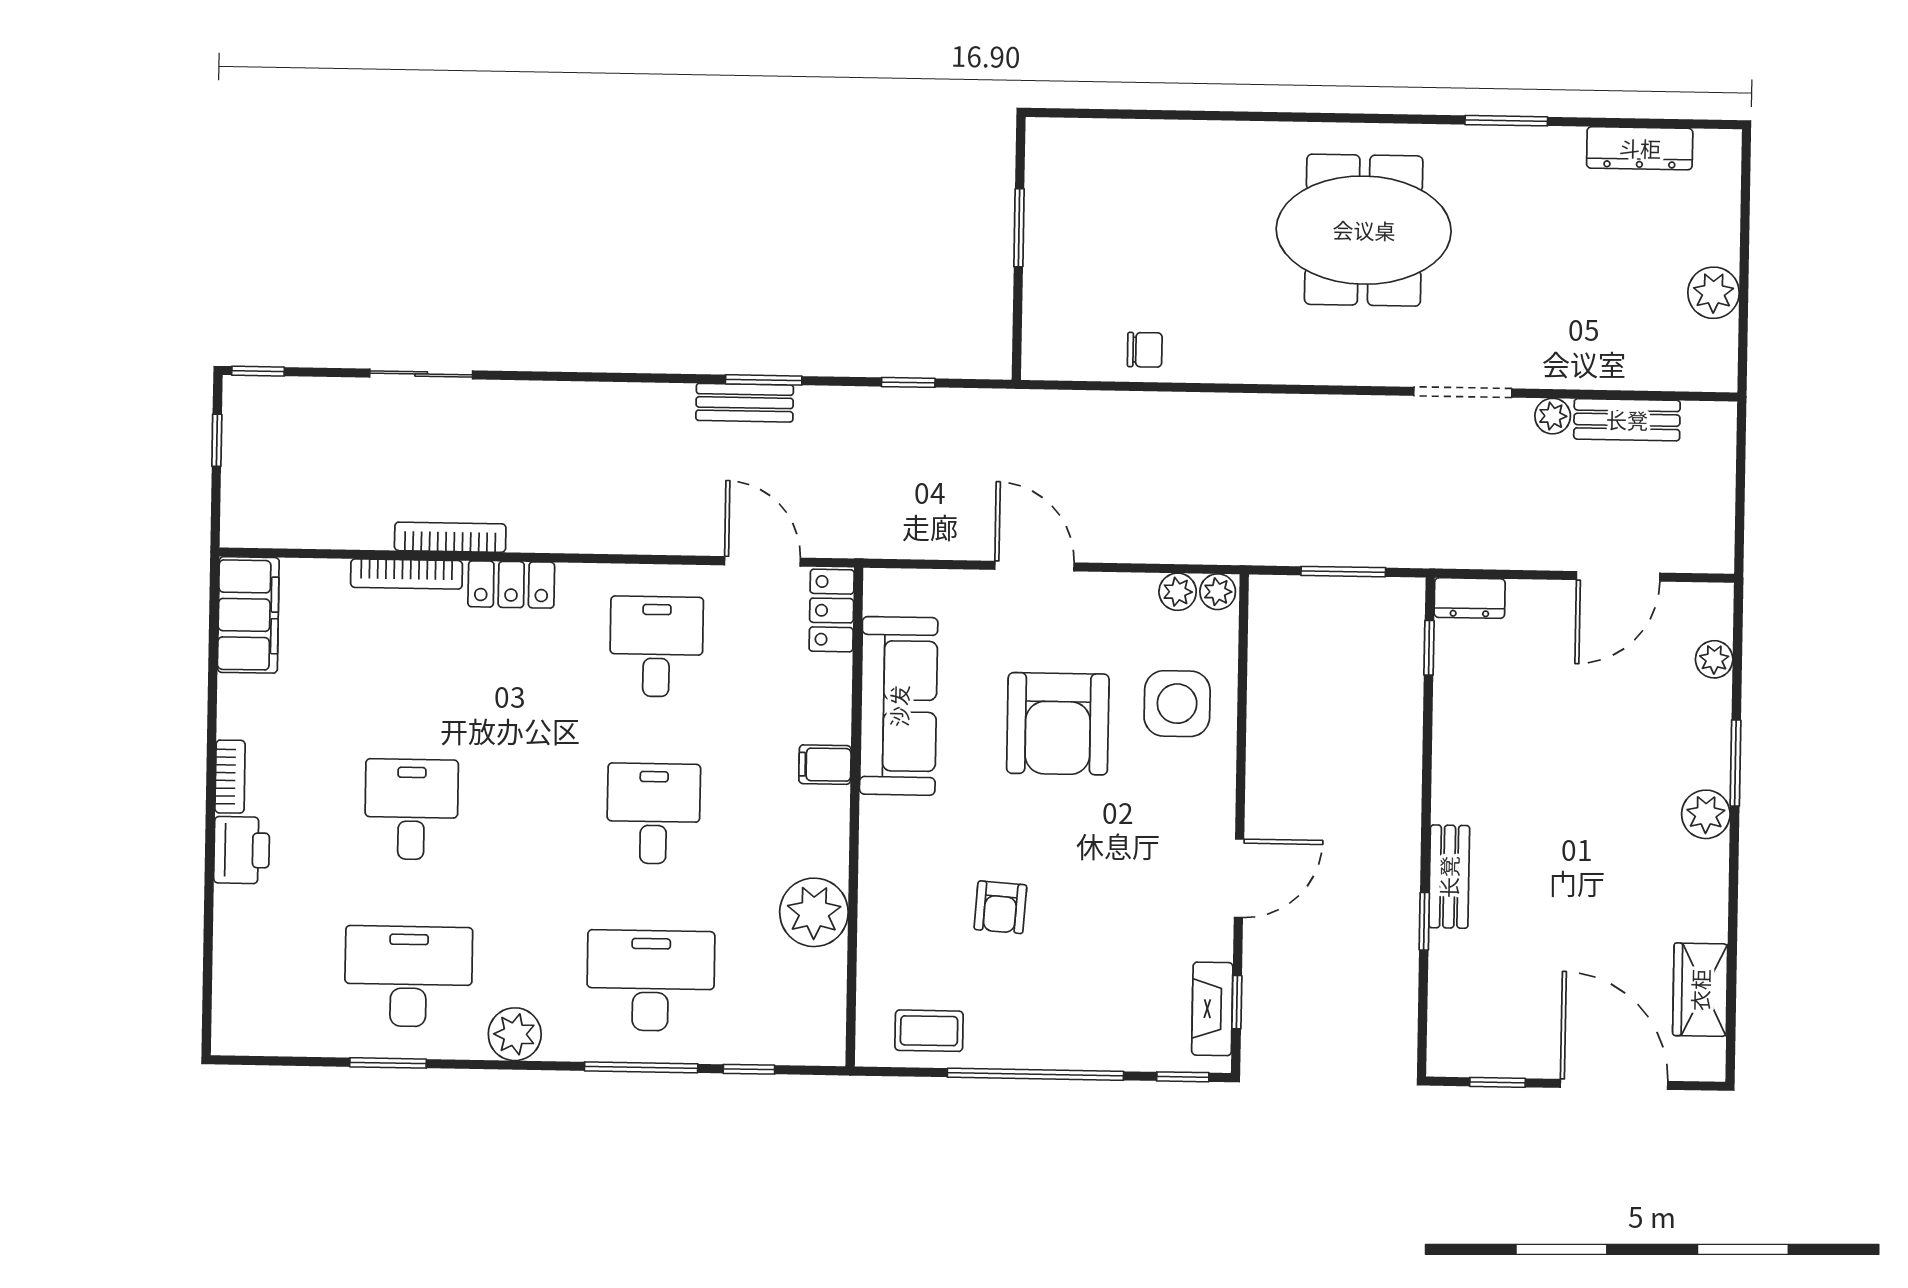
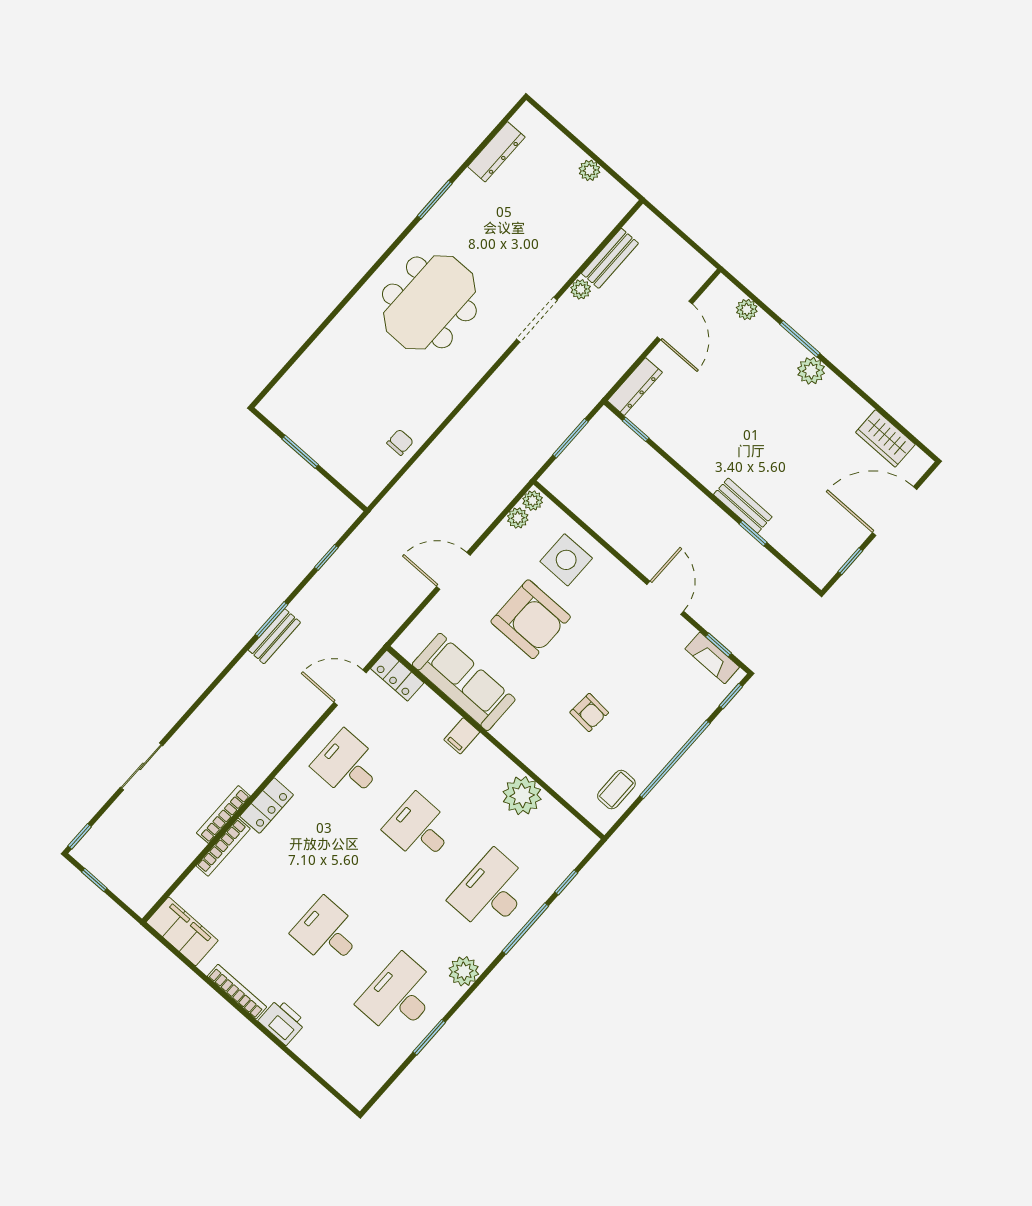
plant: (1713, 293) -> (589, 170), width x0.73, depth x0.73
dresser: (1470, 598) -> (635, 387), width x1.44
bookcase: (230, 777) -> (237, 992), width x1.56

